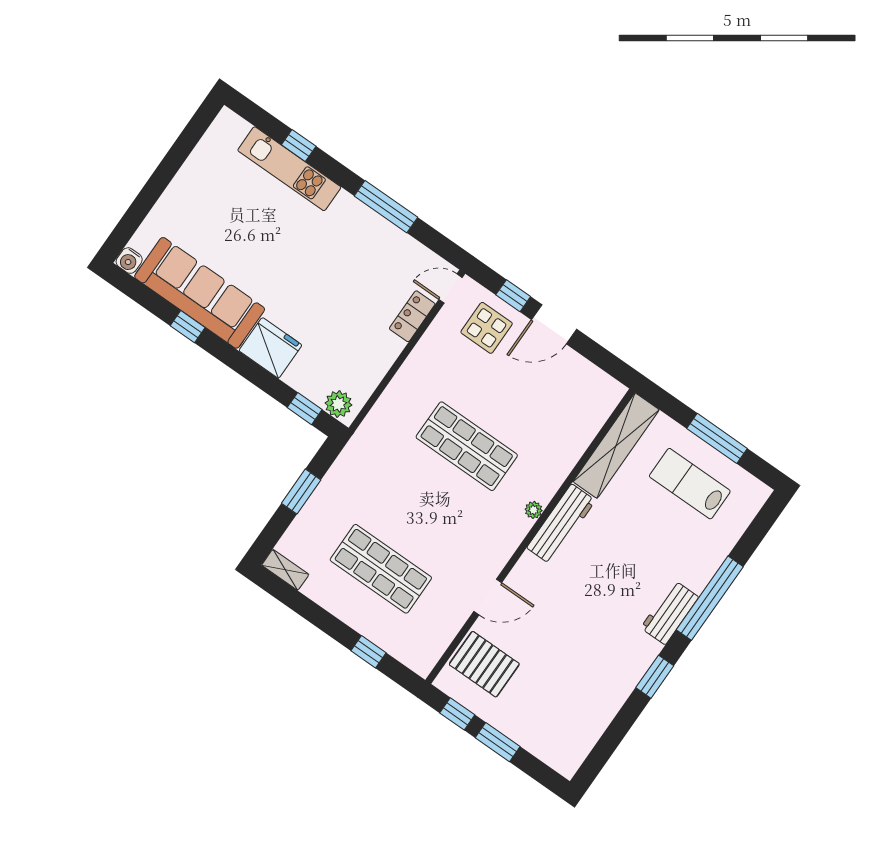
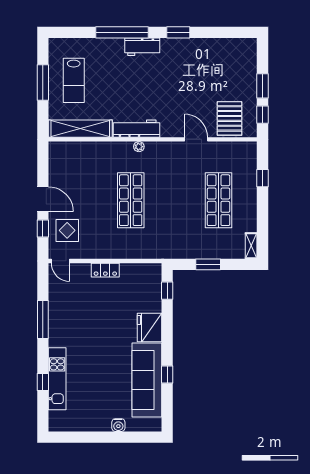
water cooler: (129, 261) -> (118, 425), moved, turned 90
locker: (412, 316) -> (105, 270), moved
plant: (338, 404) -> (154, 276), removed

